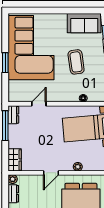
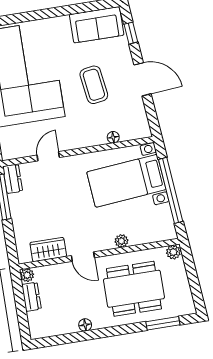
wardrobe: (15, 160) -> (48, 250), moved, turned -90
door: (51, 173) -> (83, 257), hinge flipped

